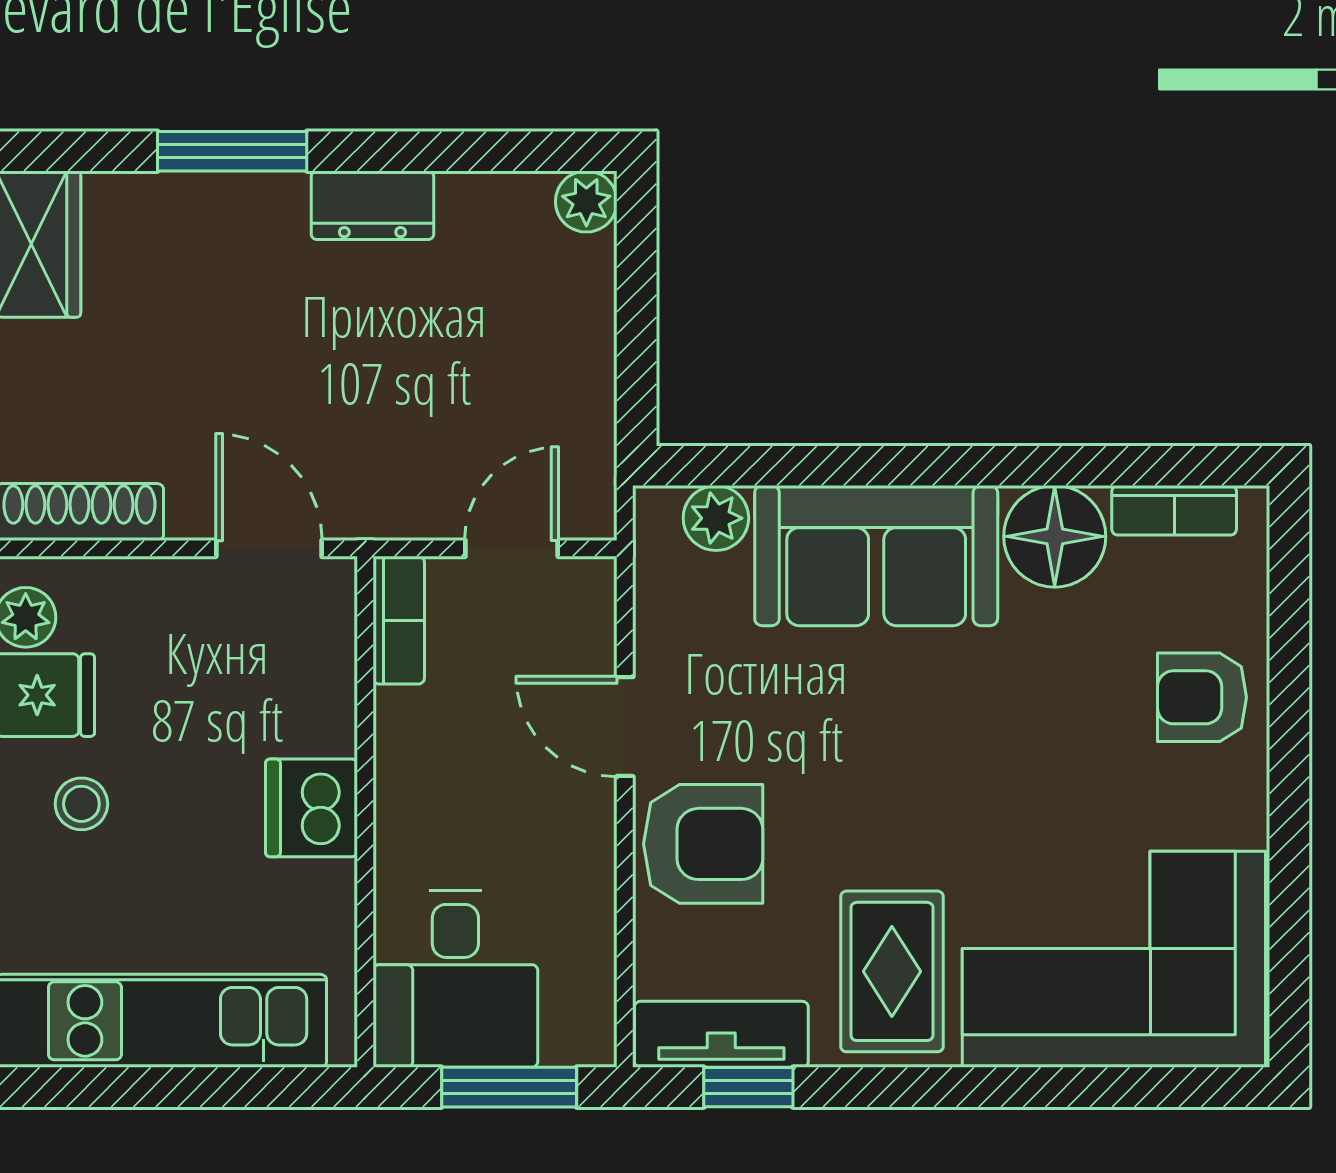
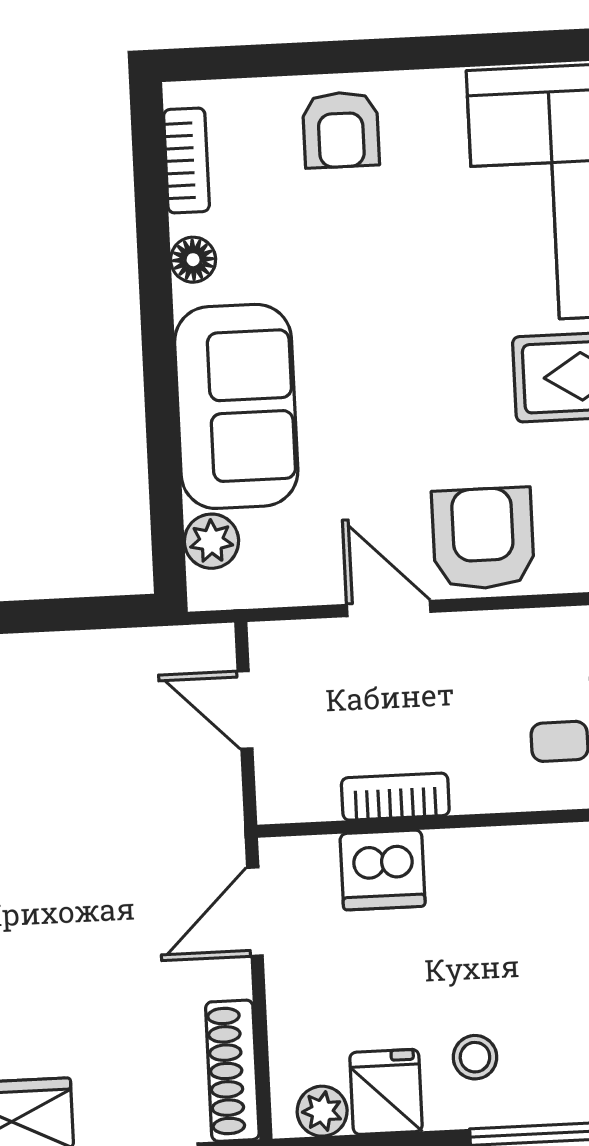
floor lamp: (1055, 536) -> (193, 260), width x0.53, depth x0.53
bookcase: (399, 620) -> (395, 797), moved
door: (625, 727) -> (389, 608), swing flipped
dishwasher: (312, 808) -> (383, 870), moved

